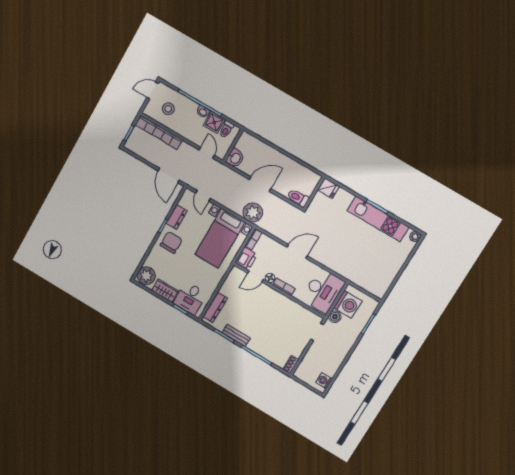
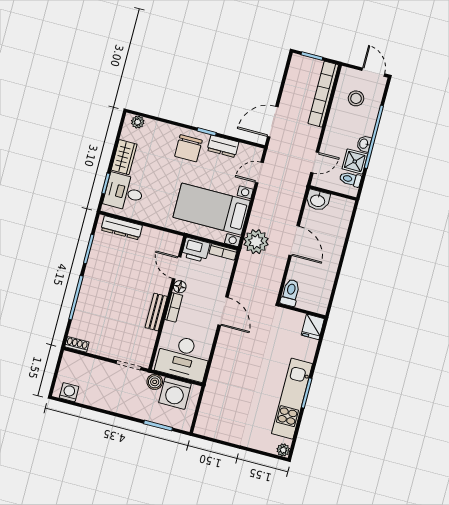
chair: (171, 242) -> (188, 148), turned 90
plant: (146, 276) -> (138, 122), width x0.53, depth x0.53
bench: (236, 335) -> (156, 312), moved

